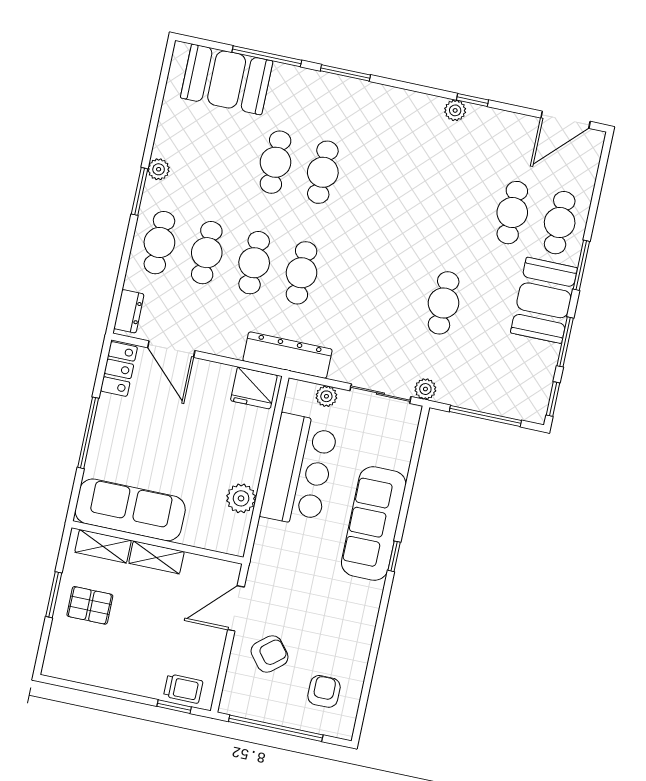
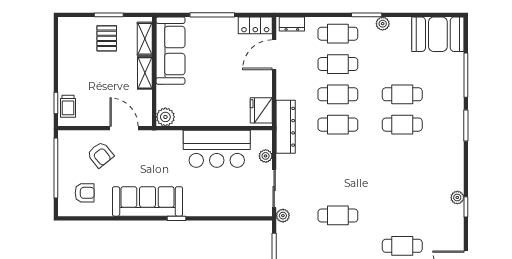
booth: (227, 79) -> (438, 34), moved, turned 90
plant: (241, 498) -> (165, 117), moved
sofa: (374, 523) -> (147, 201), moved

